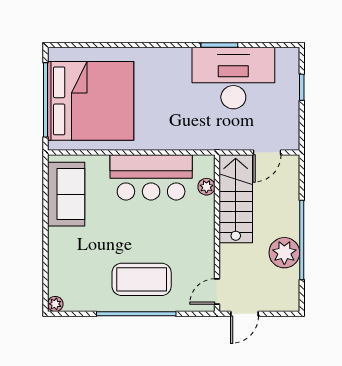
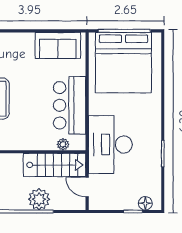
floor lamp: (290, 70) -> (145, 203), added
desk: (233, 78) -> (110, 145), moved, turned 180
plant: (284, 253) -> (39, 199), moved

